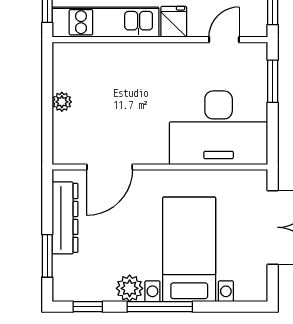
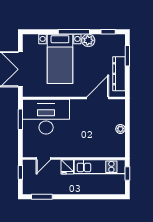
window: (273, 81) -> (20, 119), moved

